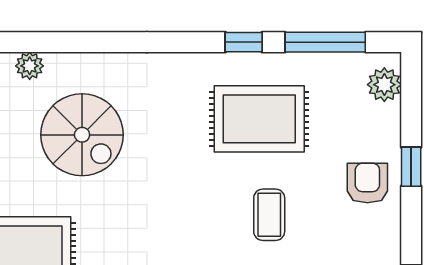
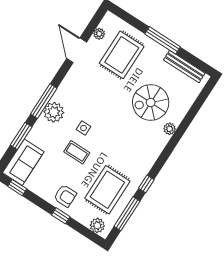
plant: (30, 66) -> (170, 129), moved
rug: (259, 119) -> (107, 190), moved
side table: (214, 232) -> (84, 128), added

